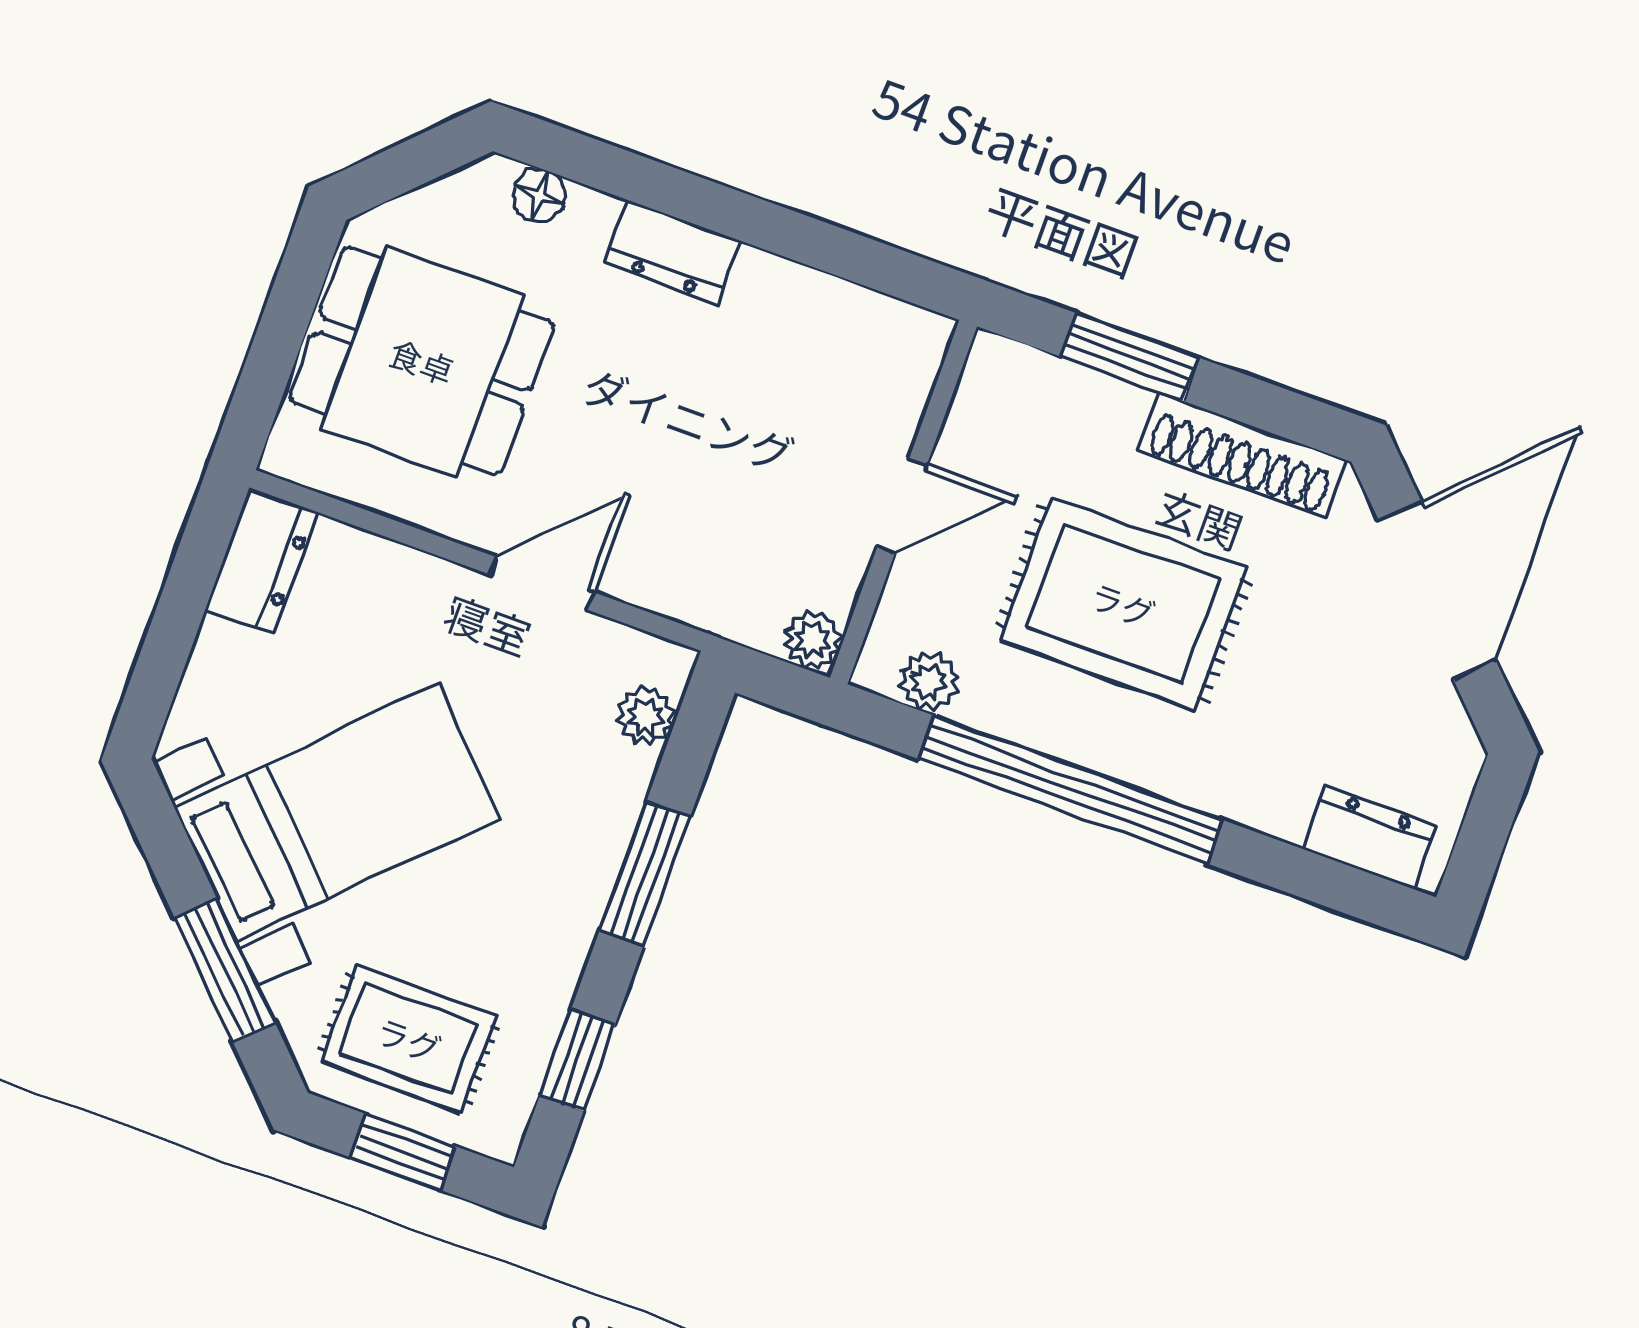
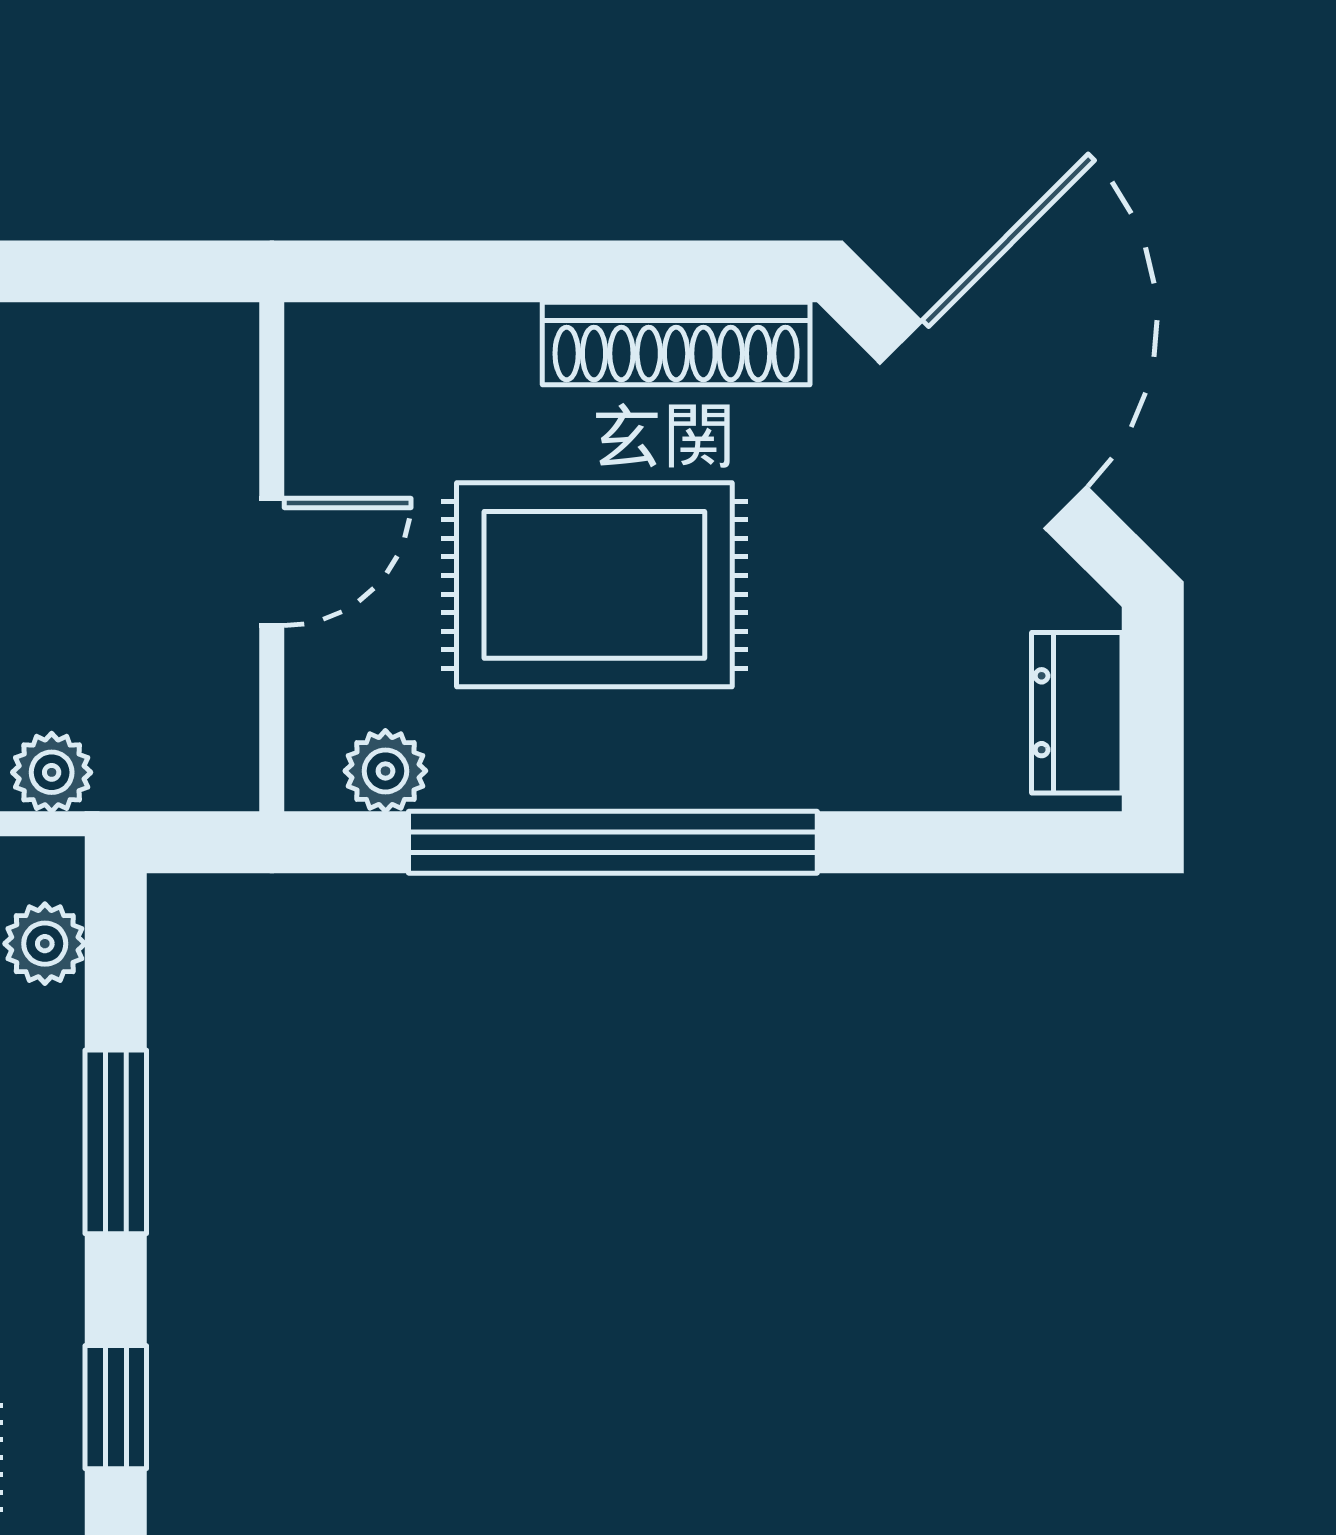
window: (1130, 357) -> (491, 271), removed
plant: (812, 640) -> (52, 772), moved
dresser: (1370, 837) -> (1077, 713), moved, turned -90

